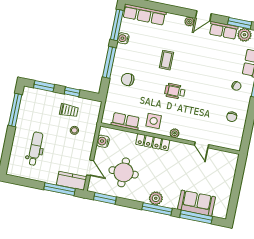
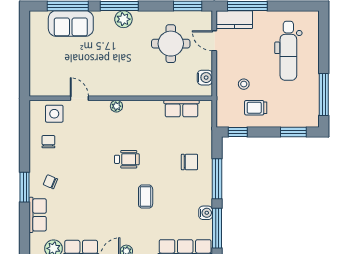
window: (72, 92) -> (238, 132), moved
side table: (154, 121) -> (54, 114), moved
locker: (153, 142) -> (142, 89), removed
dental chair: (35, 149) -> (288, 51), width x1.36, depth x1.38

